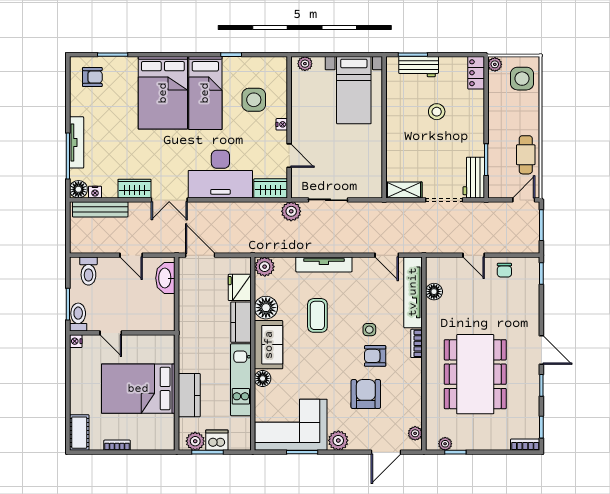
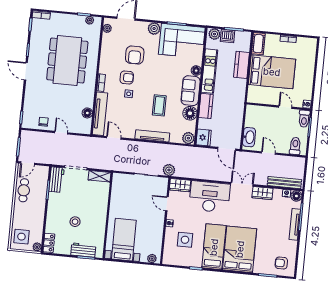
fridge: (240, 287) -> (204, 138), moved
cot: (79, 433) -> (258, 44), moved
plant: (195, 441) -> (214, 34), moved

